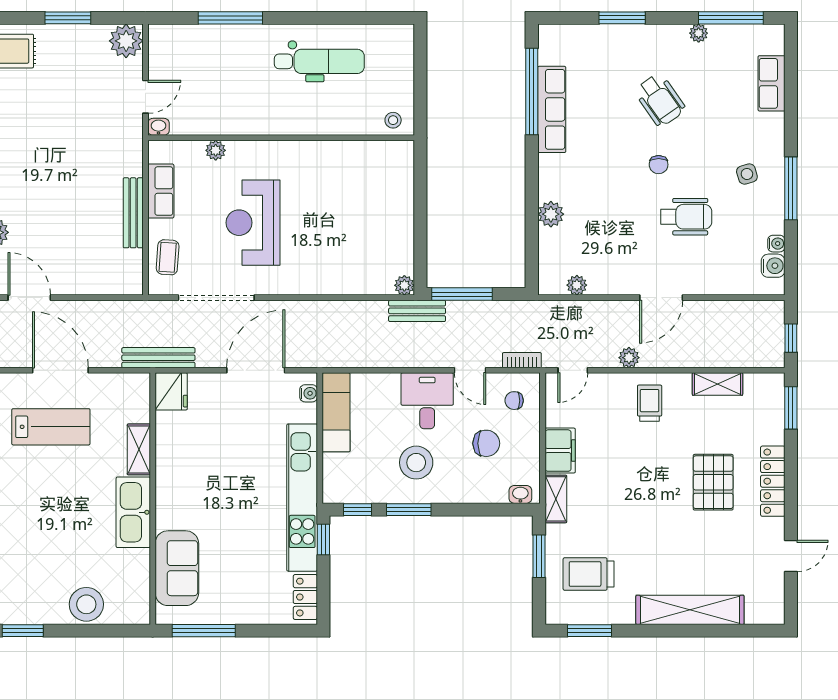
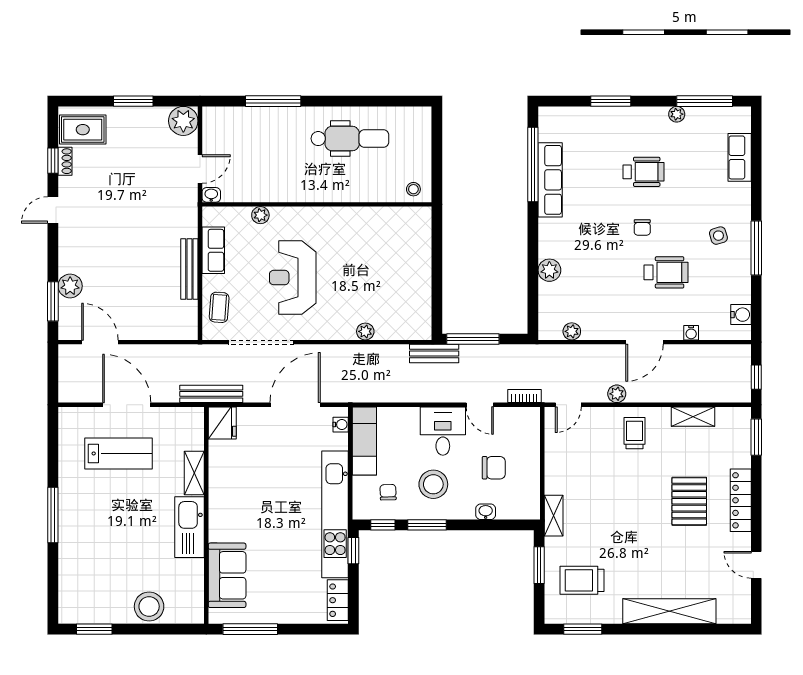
wheelchair: (660, 100) -> (643, 172), turned -55
water cooler: (776, 244) -> (691, 333), moved, turned 90
plant: (404, 285) -> (365, 331), moved
chair: (514, 401) -> (388, 492), moved, turned 88
filing cabinet: (560, 451) -> (557, 474), removed
washbasin: (520, 494) -> (486, 512), moved
door: (791, 556) -> (756, 565), swing flipped

